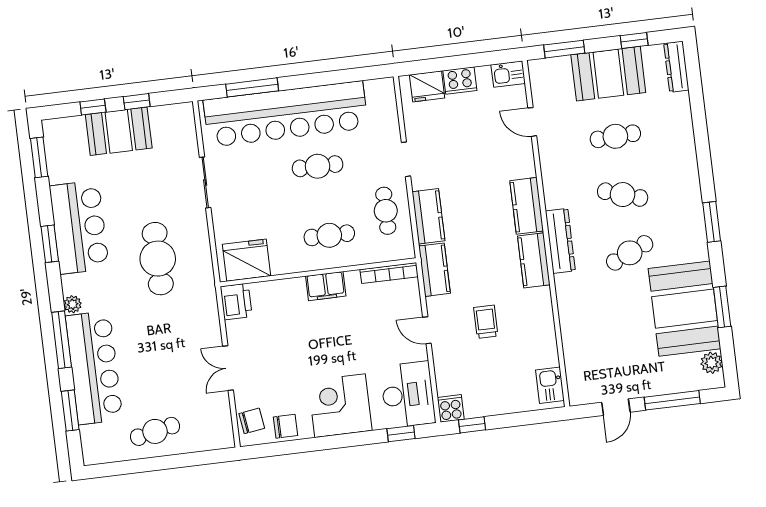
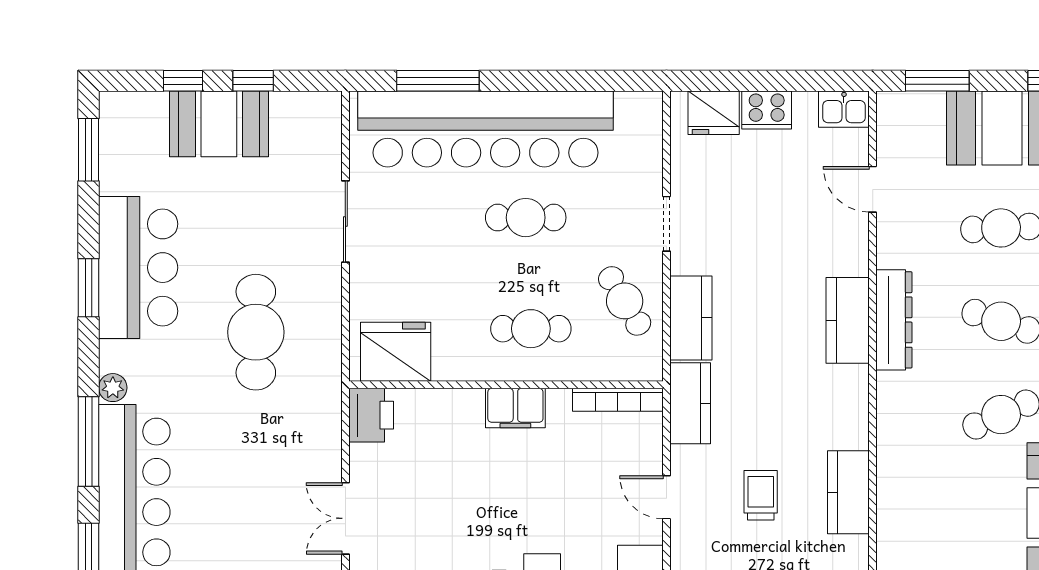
cafe table: (386, 211) -> (625, 301), turned -31
dresser: (560, 241) -> (894, 320), moved
kitchen counter: (534, 260) -> (848, 492), moved

